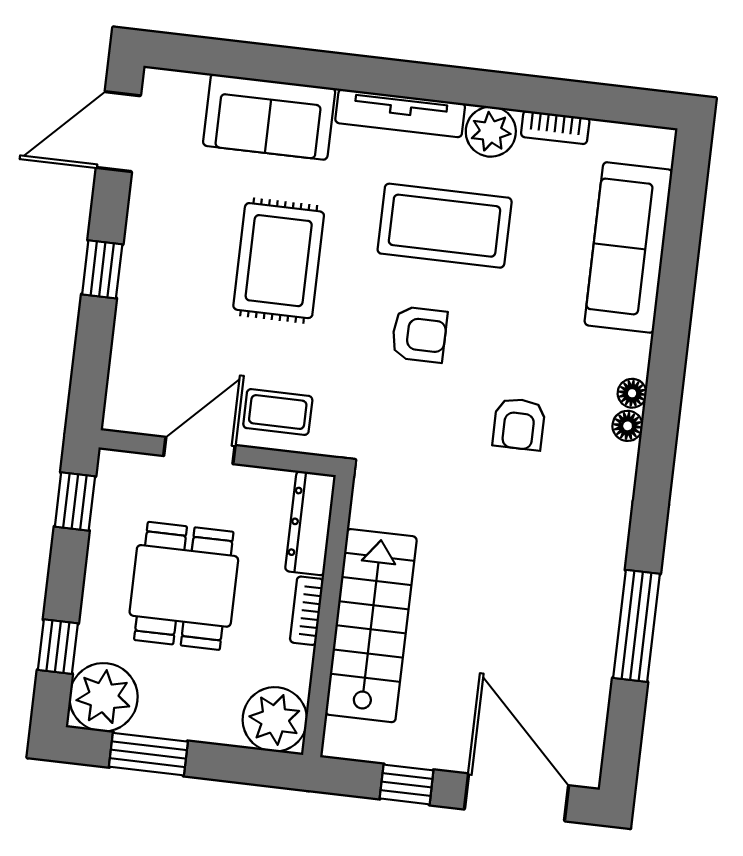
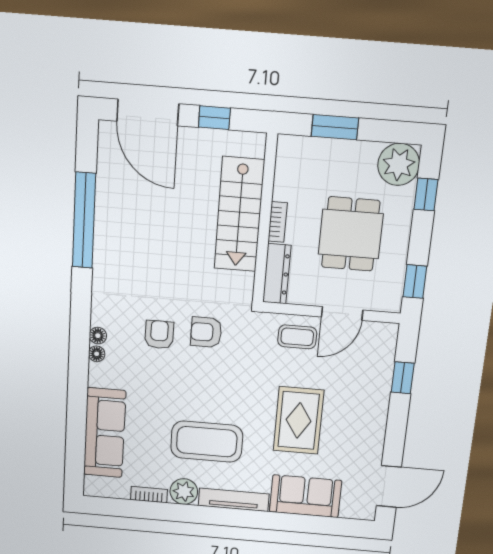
window: (102, 269) -> (403, 378), moved
armchair: (419, 335) -> (206, 332), moved
window: (636, 626) -> (84, 220), width x1.46
plant: (275, 719) -> (295, 155), removed
window: (148, 754) -> (335, 127), moved

